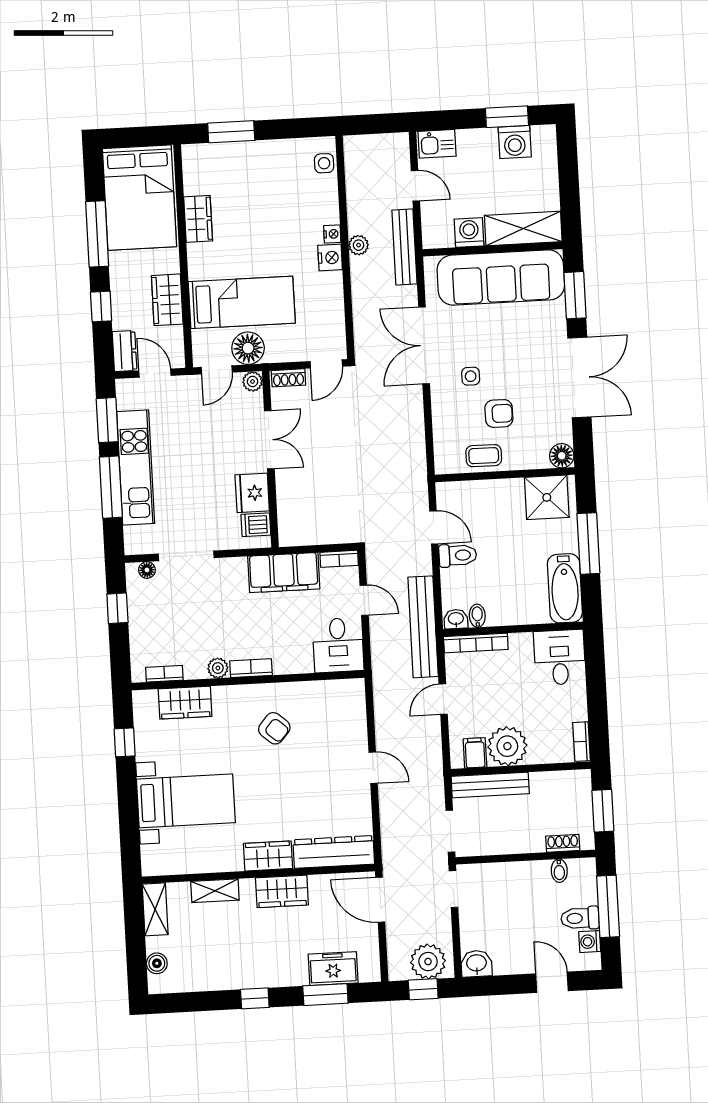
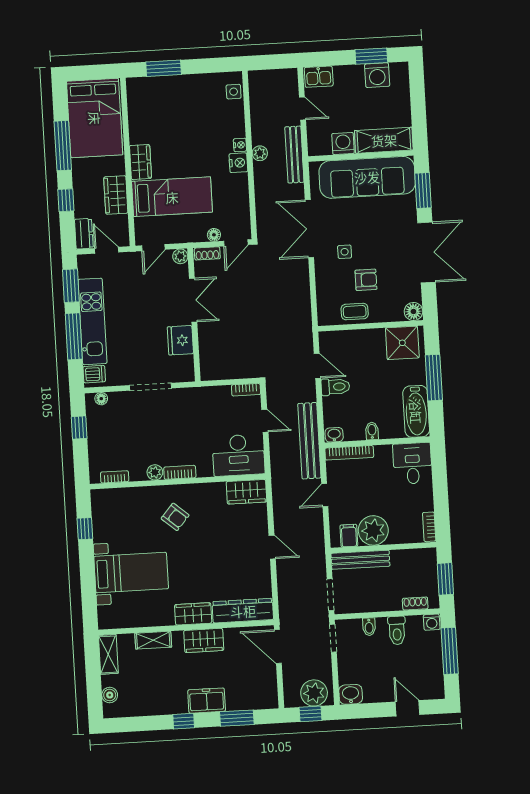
wardrobe: (198, 219) -> (140, 162), moved
floor lamp: (248, 348) -> (214, 235), moved, width x0.53, depth x0.53
dishwasher: (256, 525) -> (94, 374), moved, turned 180
doorway: (186, 556) -> (151, 387), moved
filing cabinet: (284, 573) -> (204, 400), removed
bidet: (477, 616) -> (372, 431), moved
desk: (338, 645) -> (238, 455), width x1.37
wardrobe: (185, 703) -> (246, 492), moved
armchair: (274, 728) -> (175, 517), moved
bidet: (559, 871) -> (369, 627), moved
toilet: (580, 918) -> (397, 630), moved, turned -90
washing machine: (590, 942) -> (432, 622), moved, turned -90
freezer: (333, 969) -> (207, 701), moved

